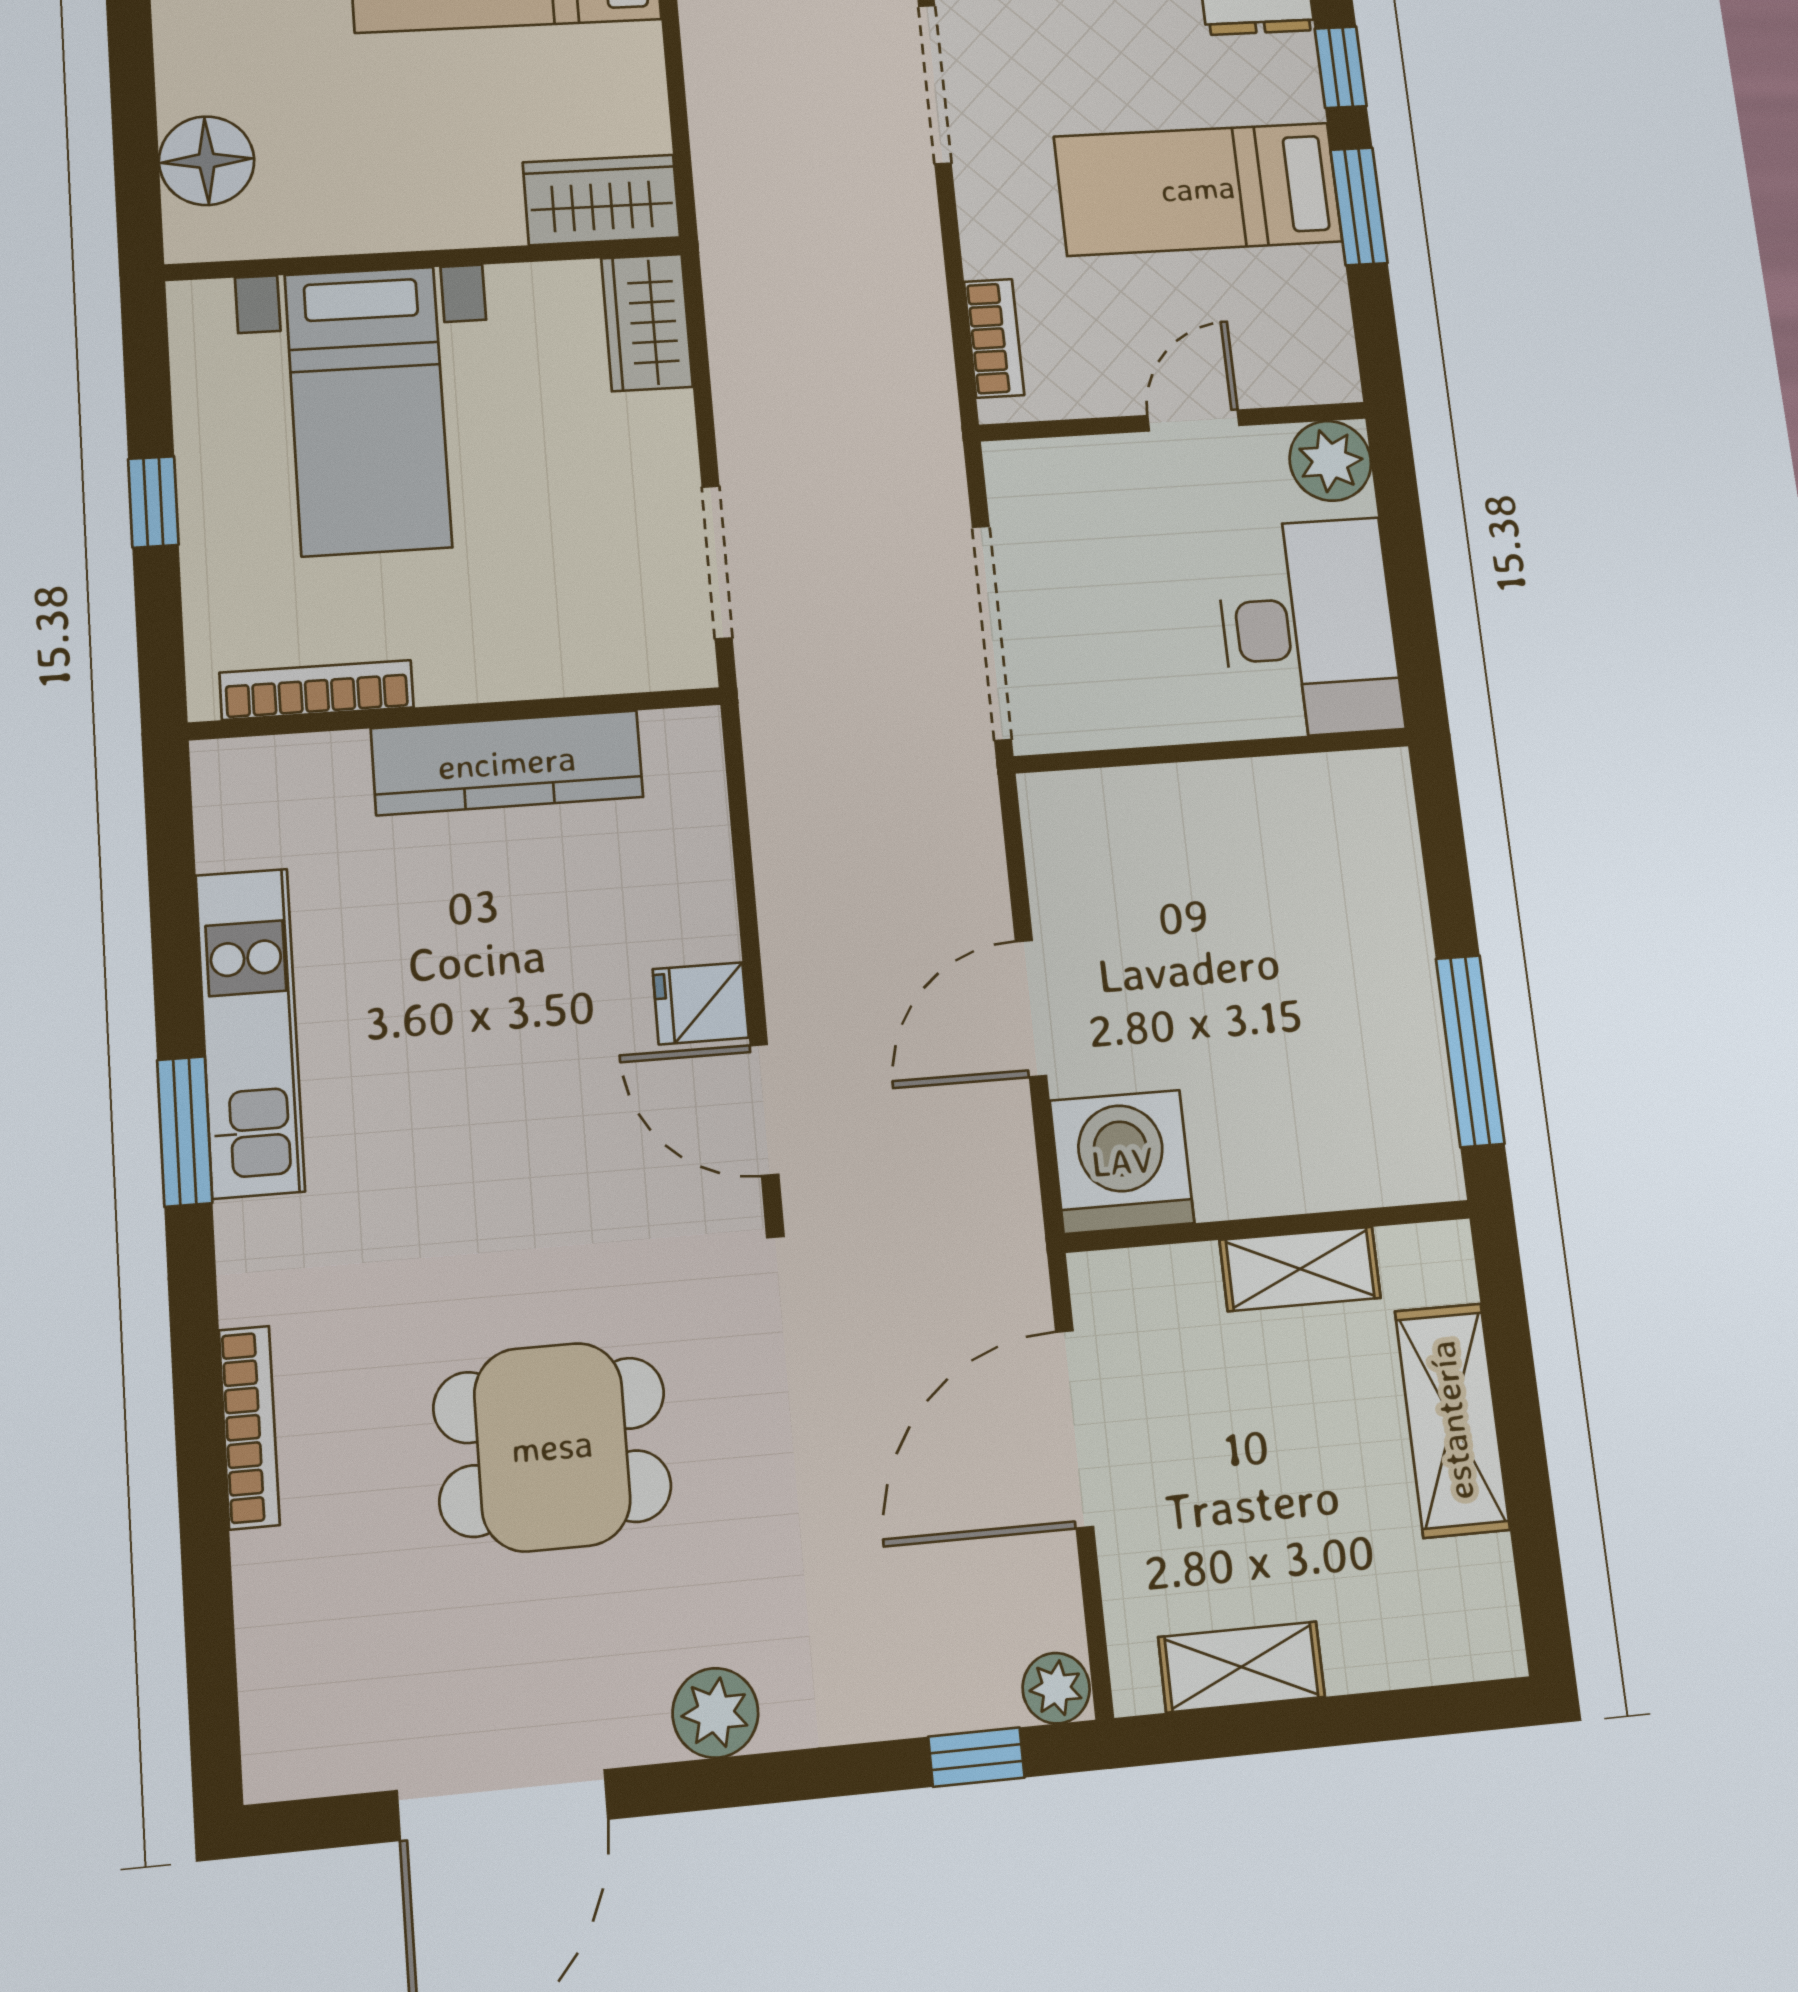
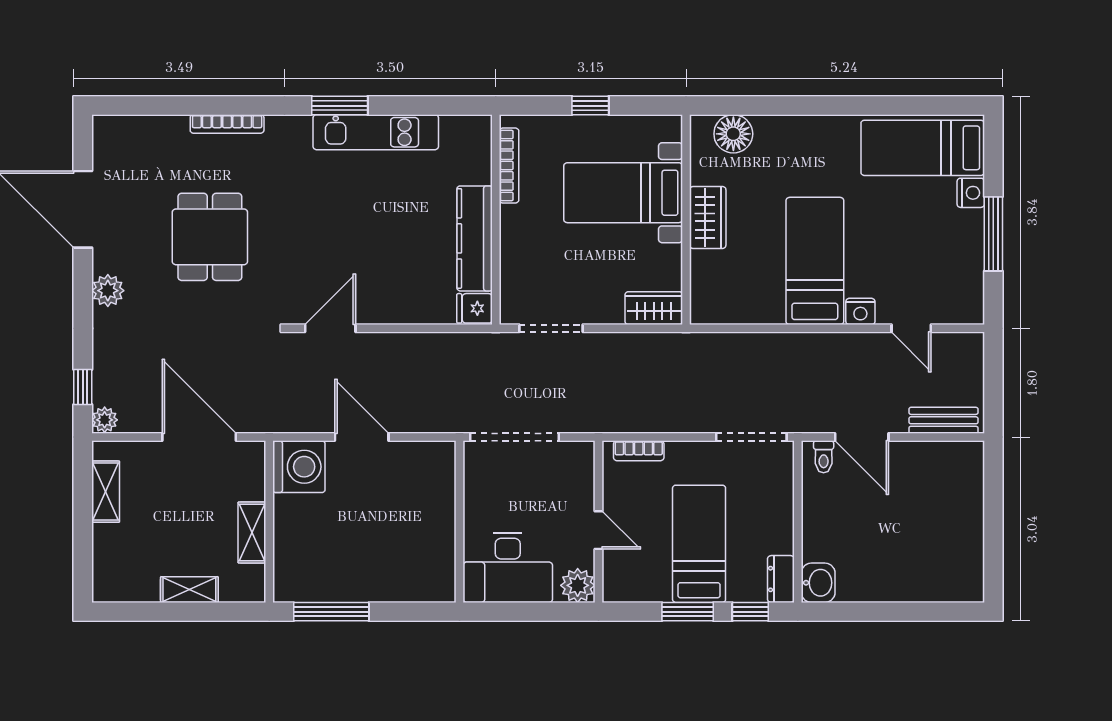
wardrobe: (601, 200) -> (708, 217), moved
fridge: (701, 1003) -> (474, 308), moved, turned -90
shelving: (1452, 1420) -> (189, 590), width x0.67, depth x0.75

